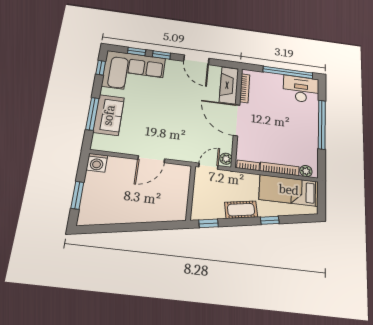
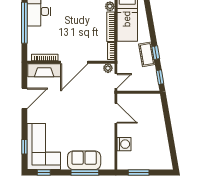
window: (161, 55) -> (24, 127), removed
door: (151, 159) -> (116, 113), moved
washing machine: (97, 163) -> (124, 144), moved
door: (208, 166) -> (116, 81), swing flipped
window: (77, 195) -> (139, 173), moved
window: (270, 220) -> (156, 53), moved

